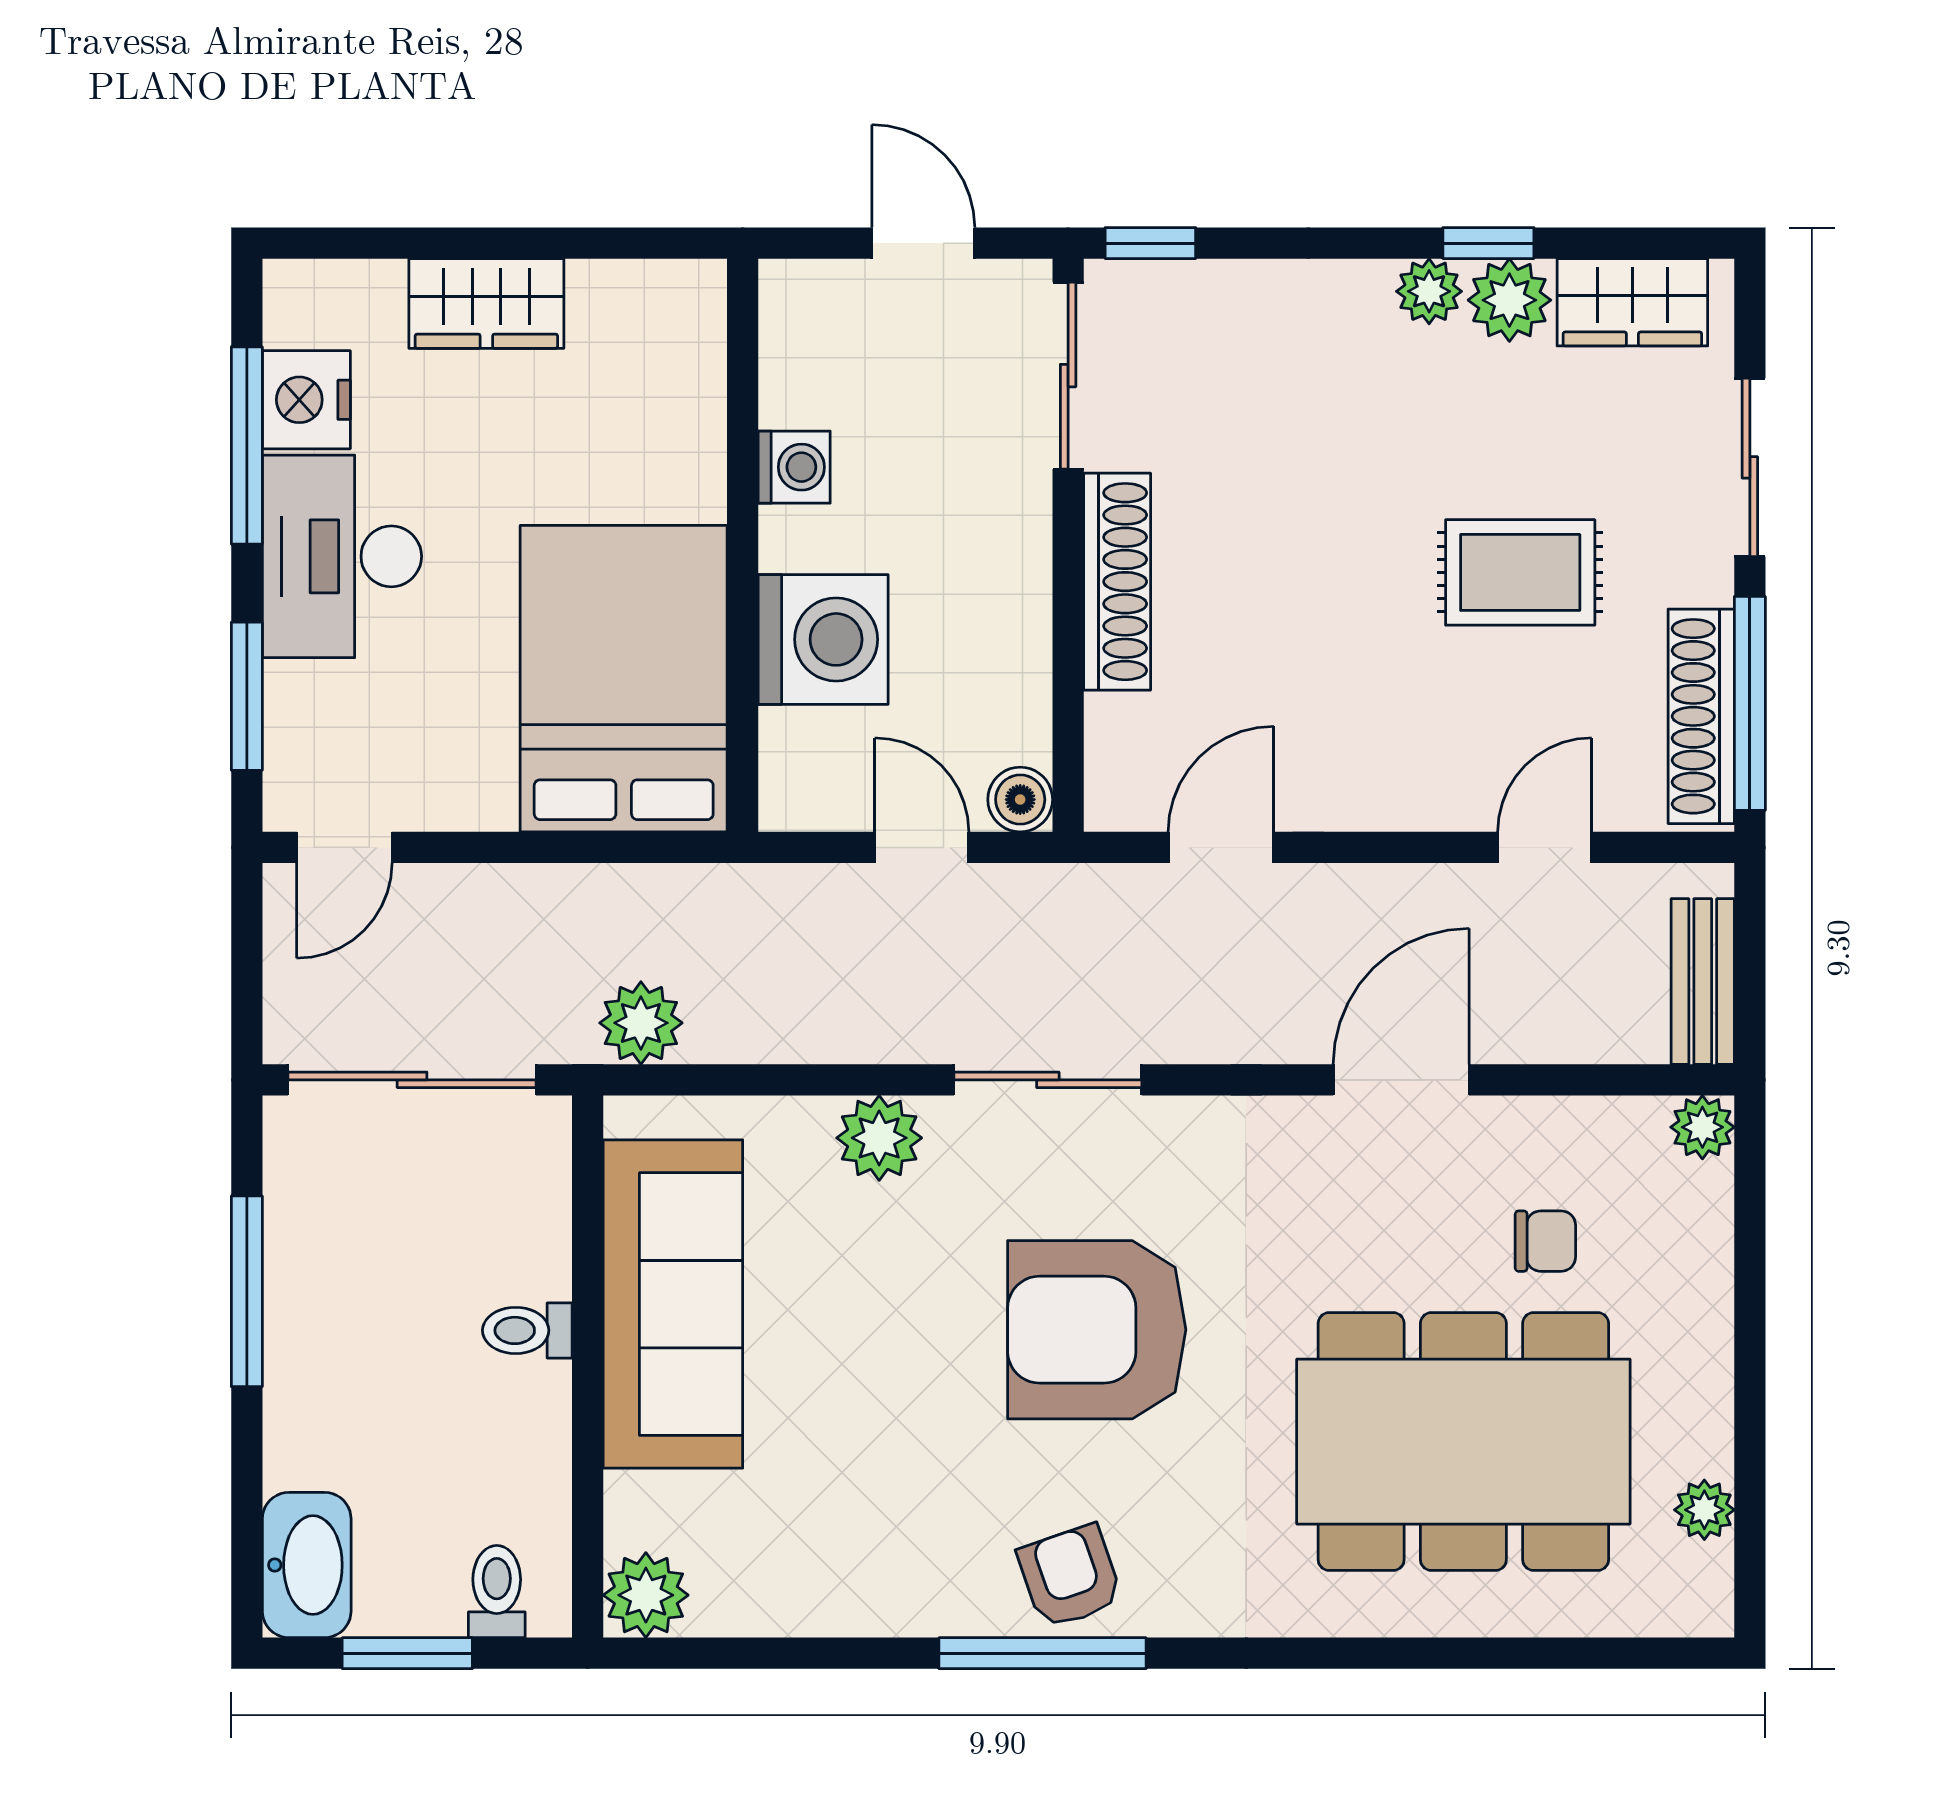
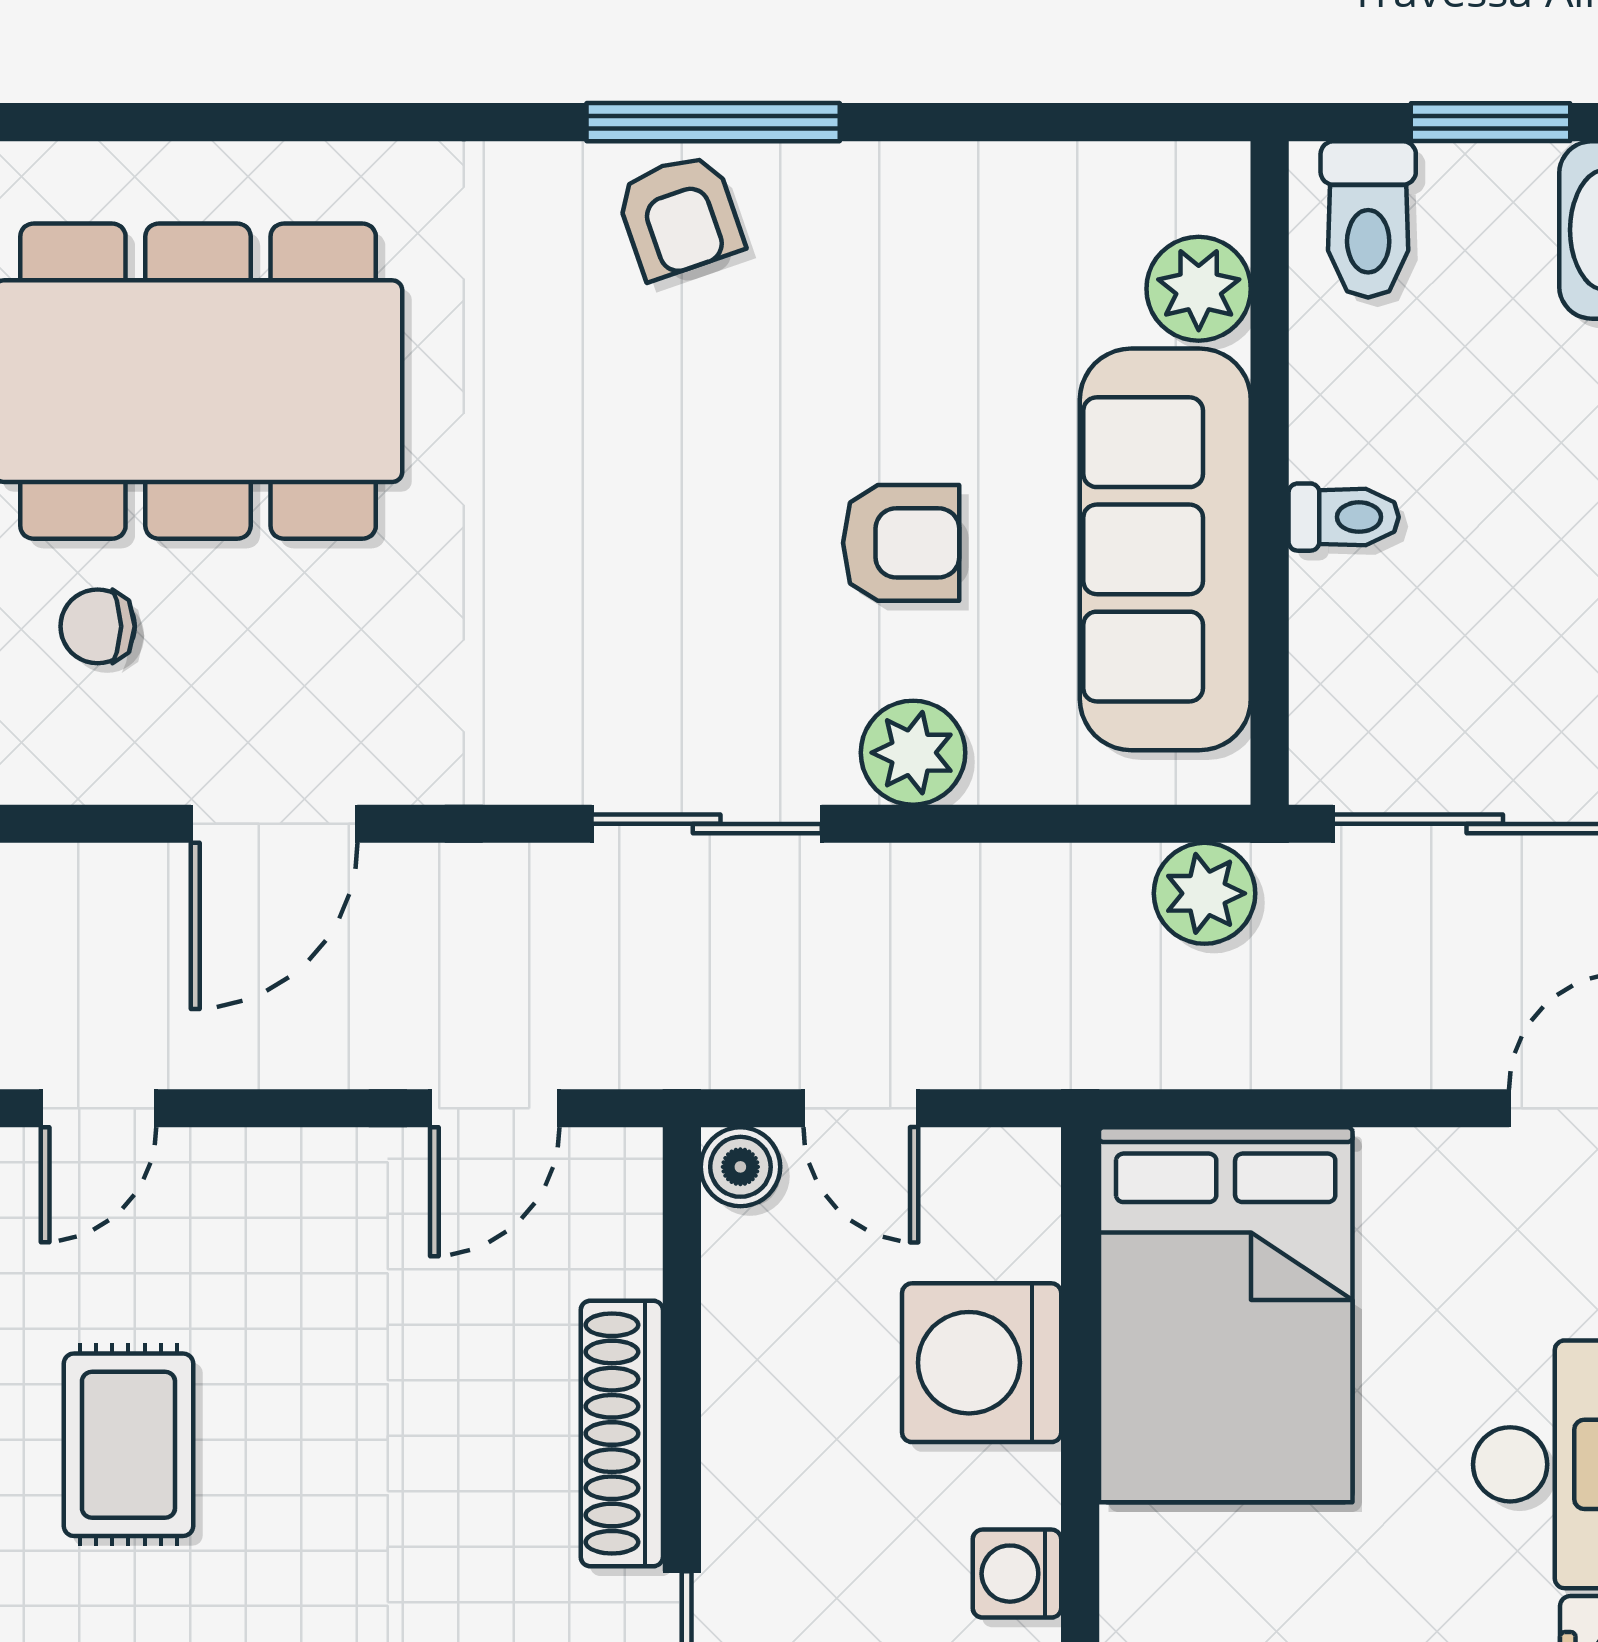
rug: (1520, 572) -> (128, 1445), turned 90
armchair: (1097, 1330) -> (901, 543), moved, width x0.53, depth x0.53
toilet: (497, 1592) -> (1368, 219), width x1.37, depth x1.39
plant: (646, 1595) -> (1199, 289), moved

